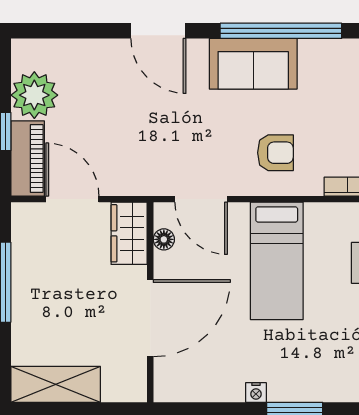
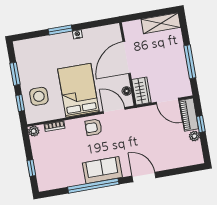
plant: (34, 95) -> (194, 136), width x0.53, depth x0.53
armchair: (275, 153) -> (94, 127), moved
bed: (277, 261) -> (78, 90), width x1.50

